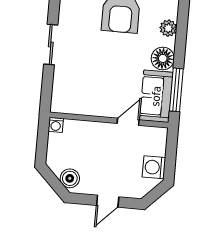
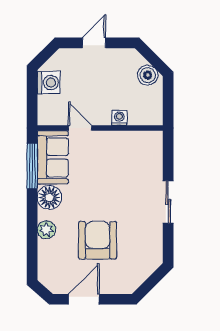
door: (128, 122) -> (80, 128), swing flipped
washing machine: (56, 125) -> (119, 118), moved
boiler: (70, 178) -> (148, 75), moved

